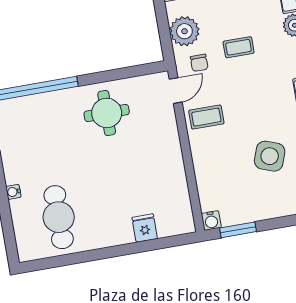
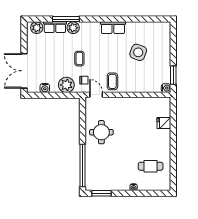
cafe table: (59, 217) -> (151, 166), width x0.73, depth x0.74

